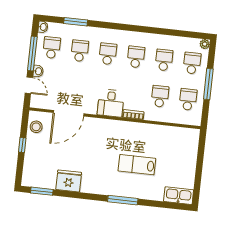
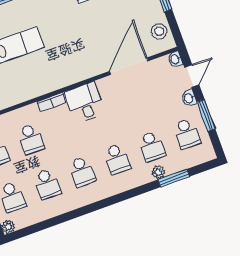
washbasin: (43, 27) -> (175, 59), moved
plant: (84, 31) -> (158, 172), added
window: (32, 54) -> (206, 115), width x0.69
door: (29, 85) -> (192, 76), swing flipped

